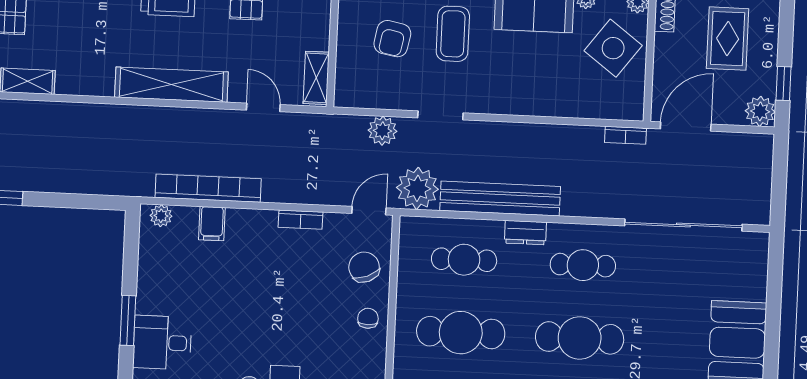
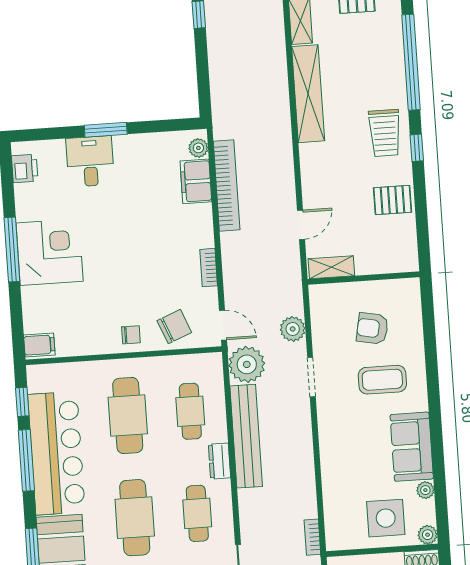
side table: (613, 48) -> (386, 518), turned -37
shelving: (171, 85) -> (308, 94), moved
filing cabinet: (212, 224) -> (196, 181), width x2.00

